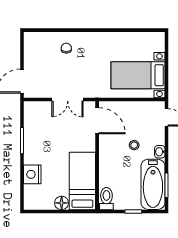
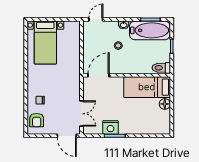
armchair: (42, 44) -> (37, 120), added
bed with nightstands: (138, 75) -> (45, 42), moved
double door: (68, 100) -> (82, 114), moved
nightstand: (32, 174) -> (110, 127), moved

